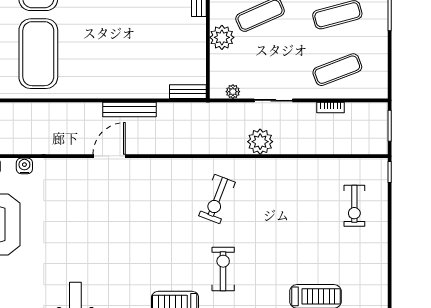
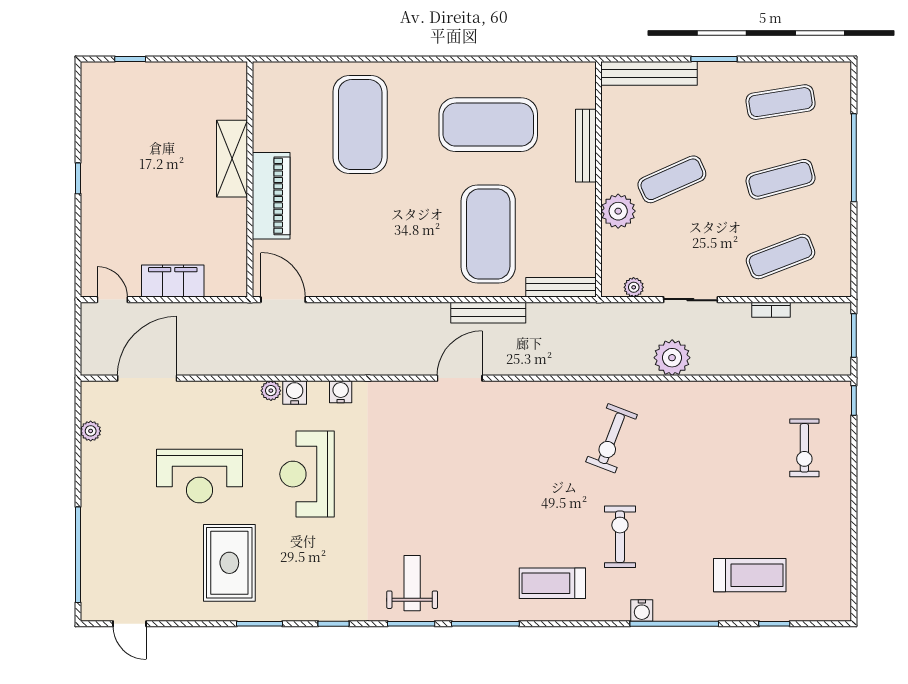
exercise mat: (38, 54) -> (488, 234), moved
bench: (188, 92) -> (561, 287), width x1.36

